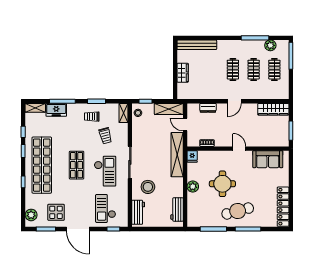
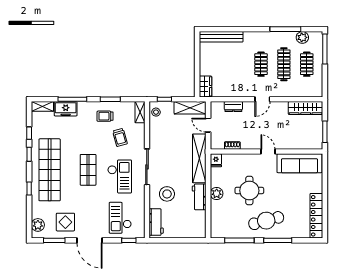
clothes rail: (254, 70) -> (284, 64), width x1.36
wardrobe: (183, 73) -> (205, 86), moved
sofa: (268, 159) -> (299, 163), width x1.36
workbench: (177, 209) -> (199, 197), moved

